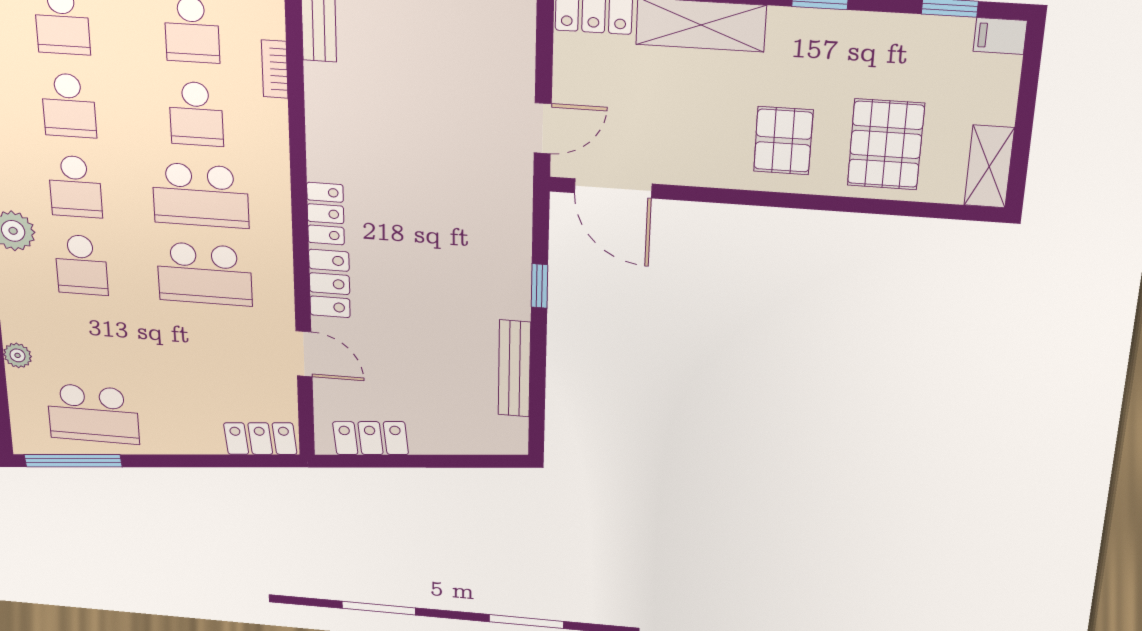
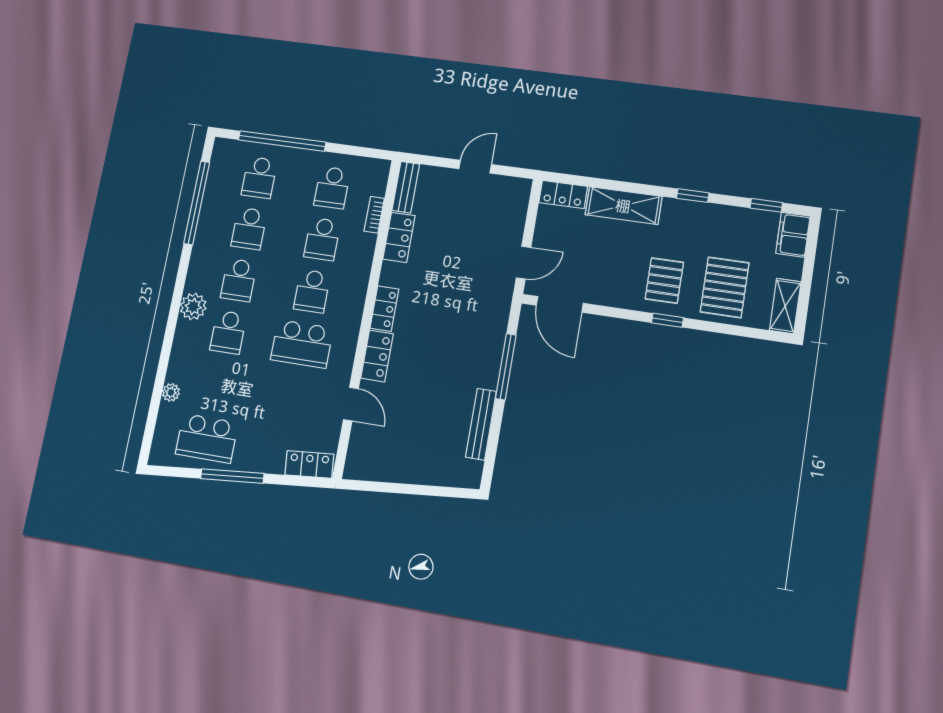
filing cabinet: (1000, 36) -> (793, 235), width x2.00
school desk: (200, 195) -> (312, 291), width x0.54
window: (795, 201) -> (668, 320), added
window: (539, 286) -> (506, 367), width x2.17
locker: (371, 438) -> (399, 237), moved, turned 96
window: (73, 461) -> (232, 476), moved

